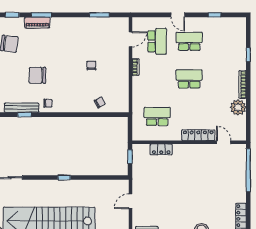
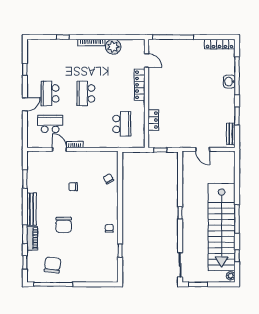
door: (131, 39) -> (60, 149), moved
chair: (37, 75) -> (64, 225), moved
bench: (22, 108) -> (32, 209), moved
school desk: (157, 116) -> (122, 124), turned 180
door: (224, 142) -> (146, 60), swing flipped

